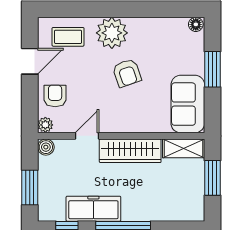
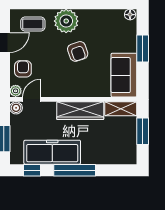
door: (87, 136) -> (32, 99), moved
freezer: (93, 209) -> (52, 152), width x1.36, depth x1.26

